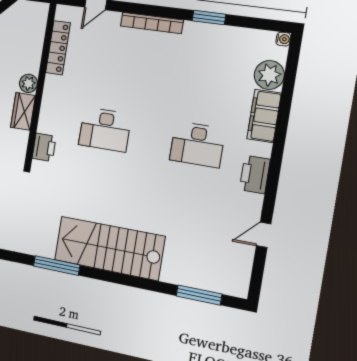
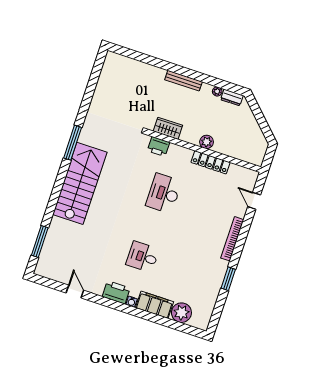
water cooler: (283, 39) -> (132, 302), moved
locker: (58, 48) -> (210, 162), moved
wardrobe: (23, 111) -> (168, 128), moved
desk: (197, 145) -> (143, 257), width x0.73

